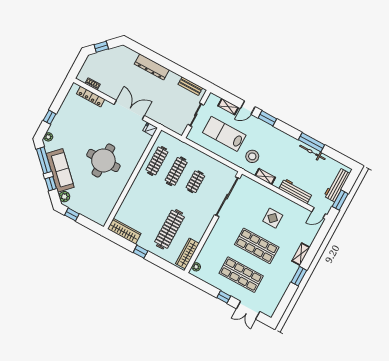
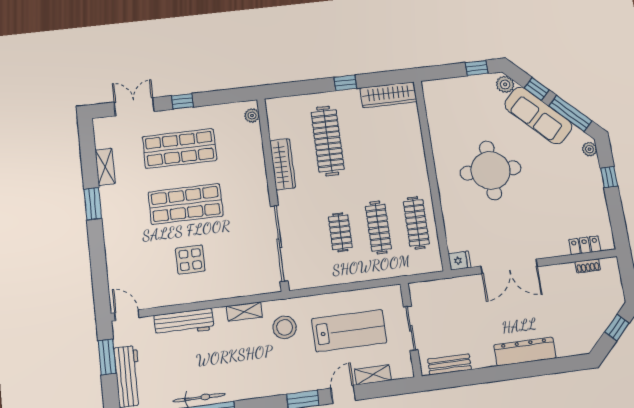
locker: (91, 96) -> (585, 245), width x0.66
door: (319, 213) -> (127, 315), hinge flipped
wardrobe: (187, 254) -> (283, 164), moved
shelving: (301, 254) -> (105, 167), moved

